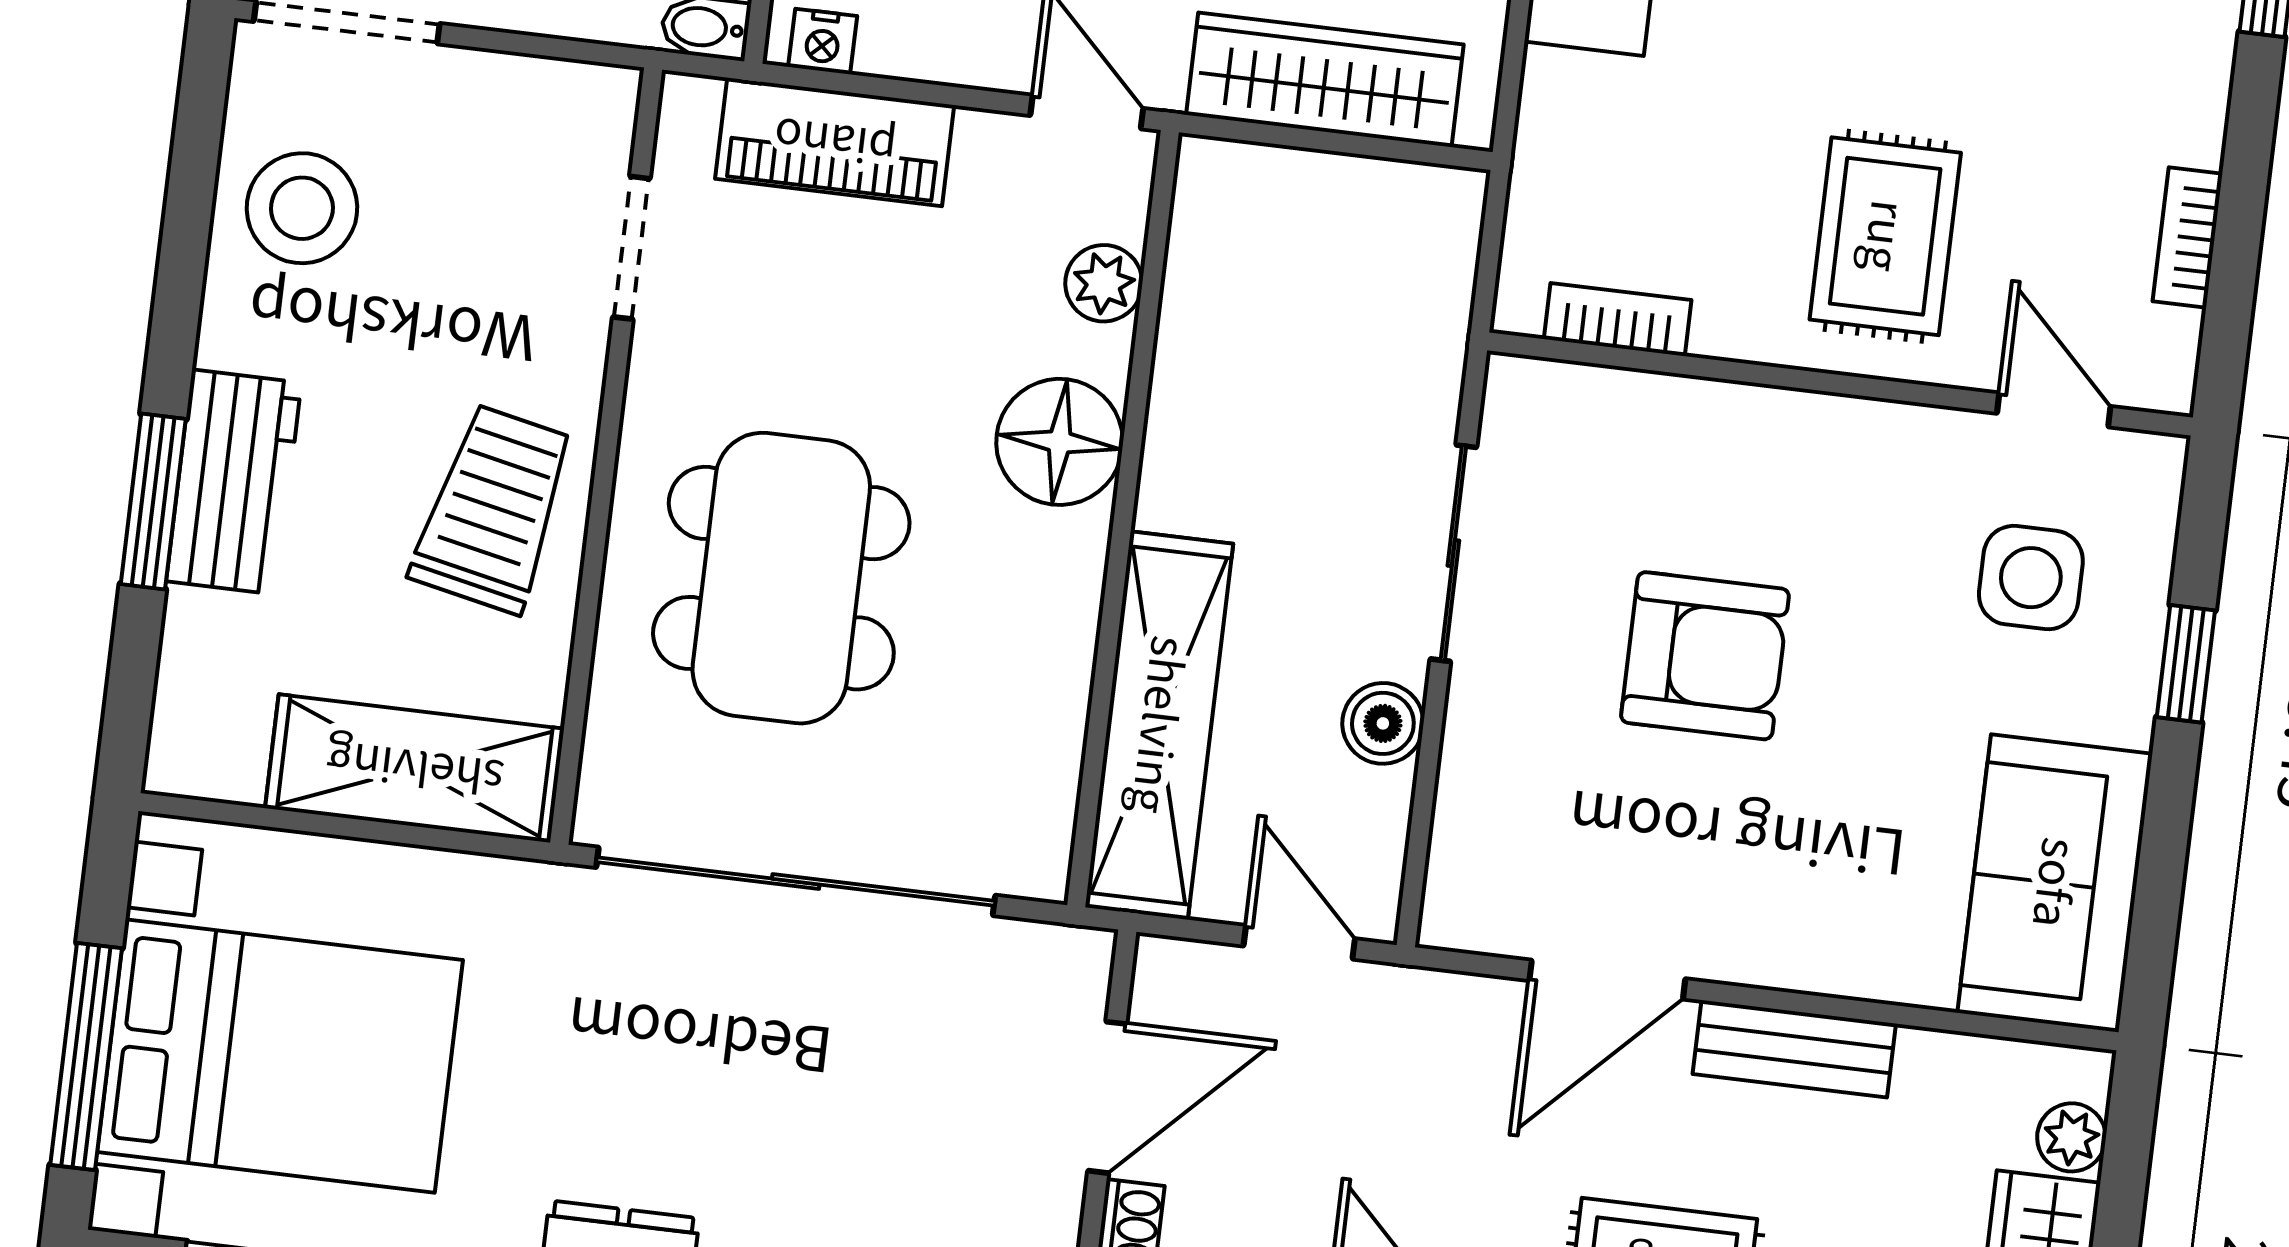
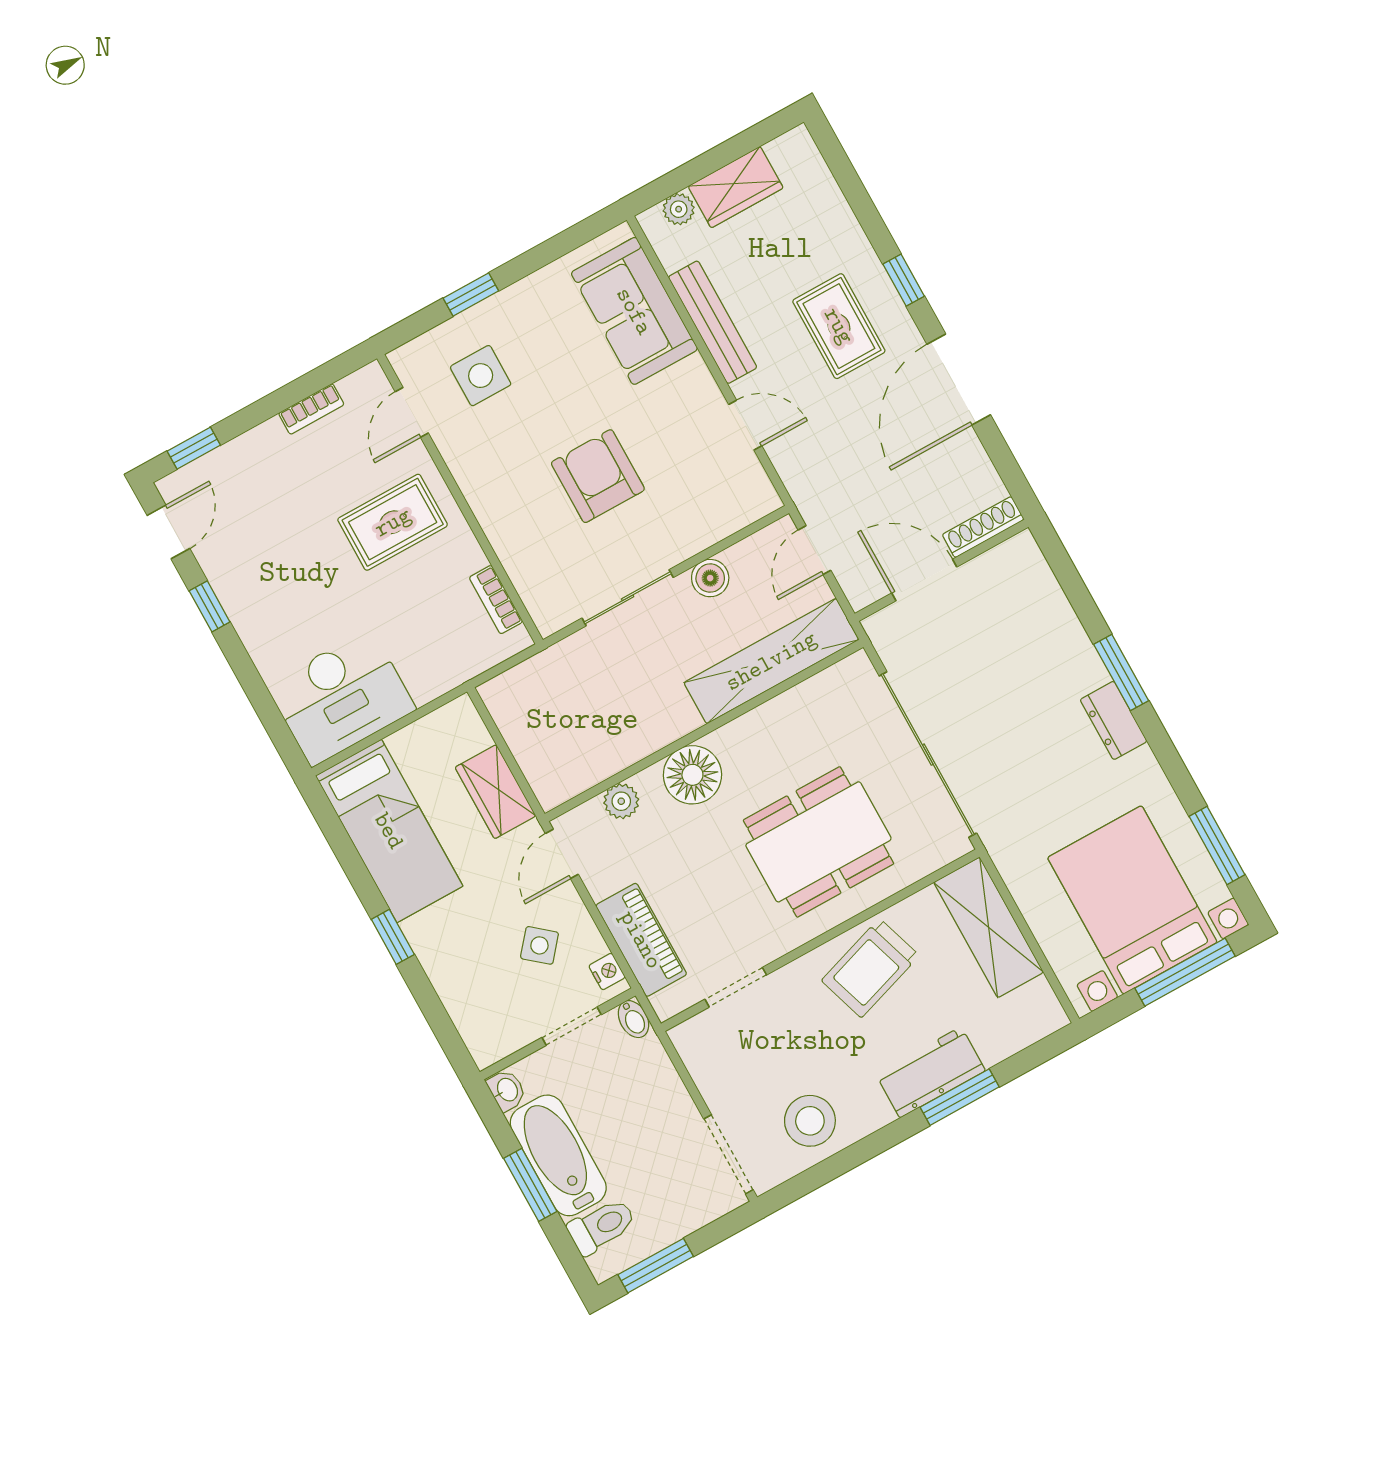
wardrobe: (1325, 80) -> (496, 792), width x0.67
trolley: (494, 509) -> (870, 968), turned -30
sofa: (2055, 883) -> (634, 311), moved, turned 90
door: (1607, 980) -> (745, 425), width x0.73
bench: (1794, 1049) -> (713, 322), width x1.36

